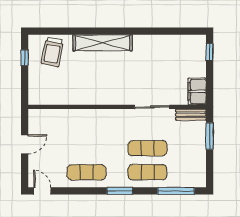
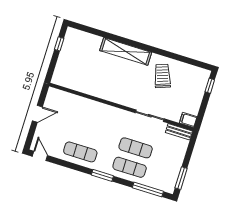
trolley: (52, 52) -> (162, 76), moved, turned 149
filing cabinet: (197, 91) -> (188, 120), width x0.50
window: (210, 136) -> (181, 178), moved

